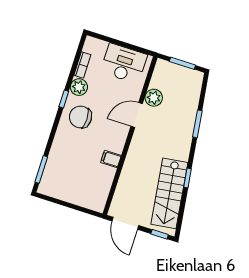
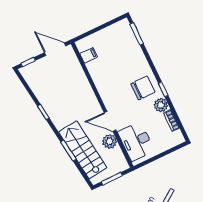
desk: (124, 63) -> (136, 141), moved, turned 90
door: (137, 115) -> (110, 121), swing flipped
filing cabinet: (111, 159) -> (89, 55), moved
stairs: (169, 193) -> (83, 150), moved

